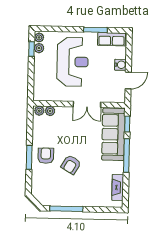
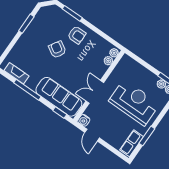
reception desk: (73, 62) -> (134, 103), turned 180
water cooler: (120, 65) -> (84, 120), moved
window: (126, 156) -> (27, 90), moved
window: (29, 157) -> (72, 13), moved
window: (66, 209) -> (26, 24), width x0.69

